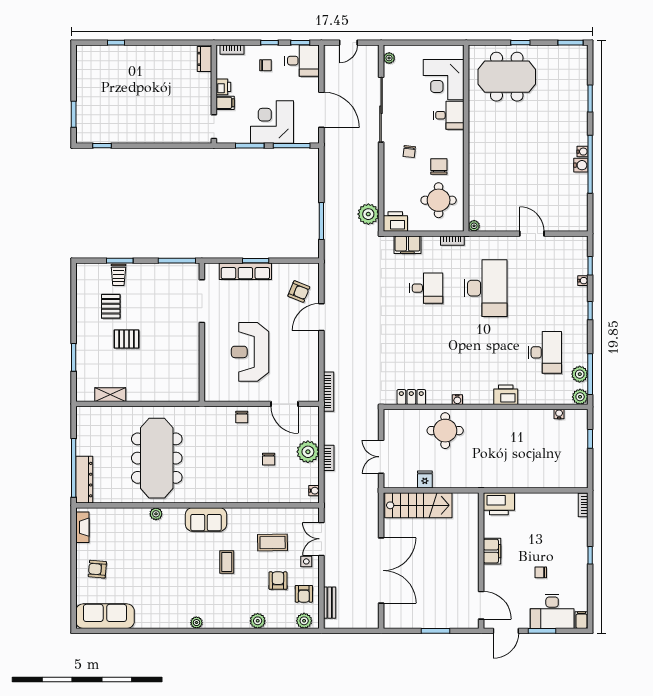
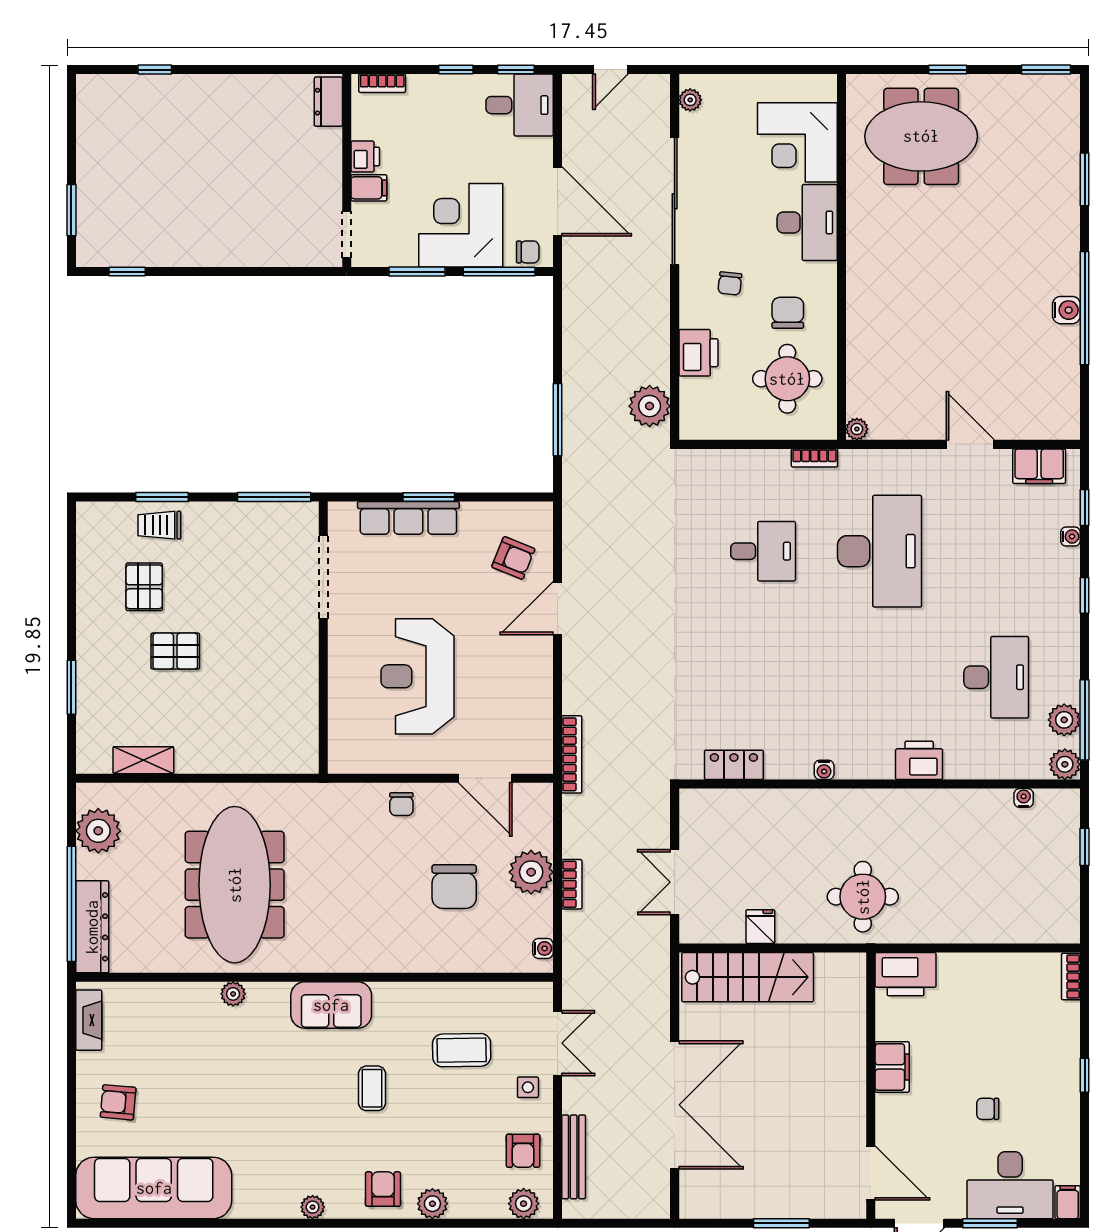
chair: (265, 65) -> (528, 252), moved
desk: (449, 115) -> (807, 222), width x1.37
water cooler: (582, 152) -> (1070, 283), removed
printer: (395, 222) -> (698, 353), moved, turned 90
filing cabinet: (407, 245) -> (1039, 466), moved
trolley: (118, 275) -> (159, 525), turned 90
plant: (87, 431) -> (98, 831), added
round table: (445, 431) -> (863, 897), moved
chair: (269, 459) -> (454, 887), width x1.87, depth x1.87
double door: (321, 539) -> (558, 1043), swing flipped
armchair: (278, 581) -> (383, 1189), moved
bench: (330, 603) -> (574, 1157), width x1.36
sofa: (105, 616) -> (154, 1188), width x1.36, depth x1.27

